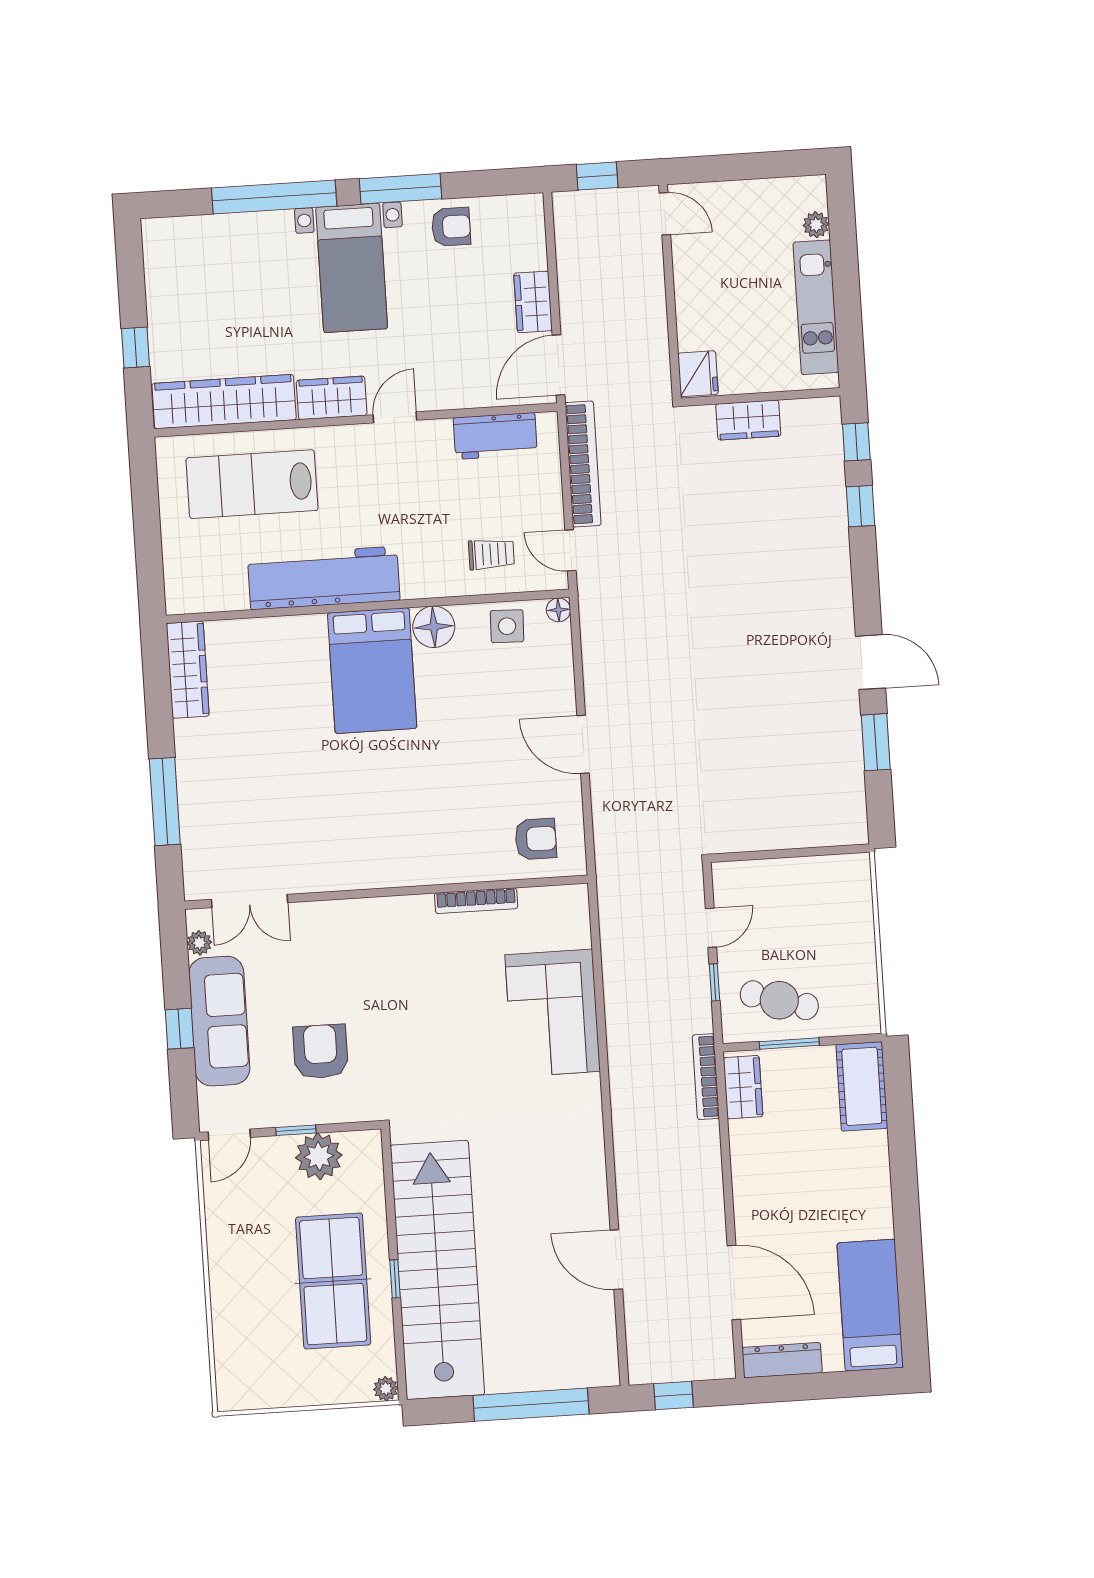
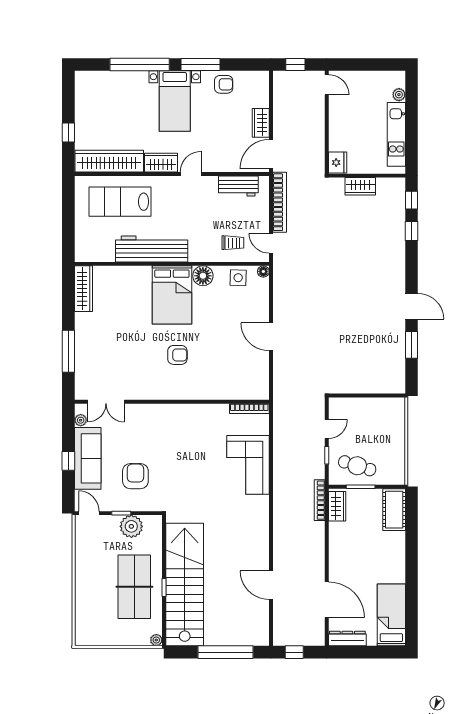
armchair: (536, 839) -> (177, 355), moved
bookcase: (476, 901) -> (249, 409), moved
door: (229, 1135) -> (89, 513), swing flipped

